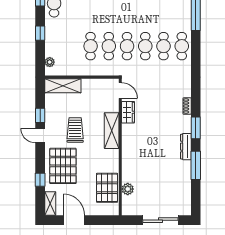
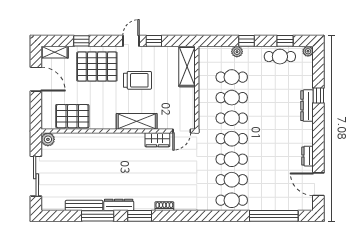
cafe table: (72, 46) -> (232, 77), added
plant: (50, 62) -> (237, 52), moved
bench: (186, 177) -> (84, 205), added
plant: (128, 189) -> (48, 139), moved
door: (74, 220) -> (36, 79), hinge flipped

